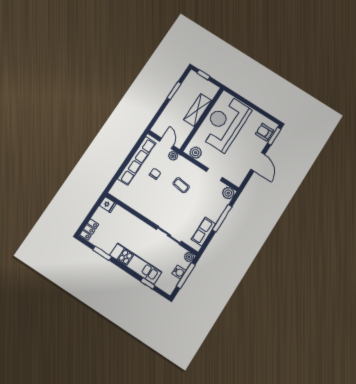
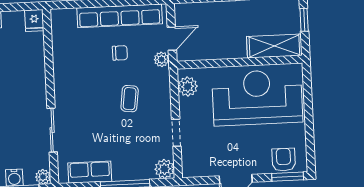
shelving: (198, 110) -> (274, 46), moved

